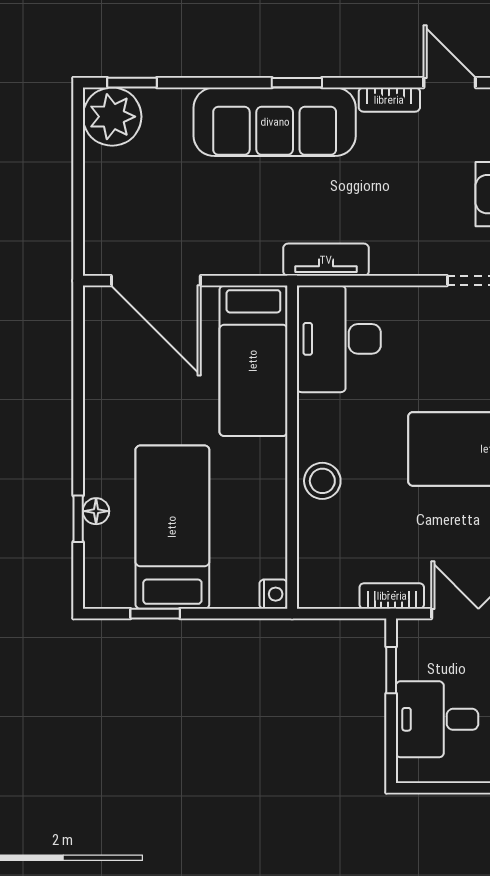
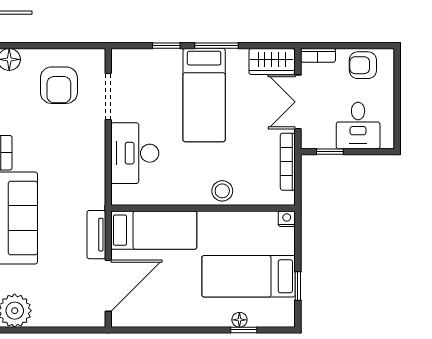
tv unit: (326, 260) -> (96, 235), moved
desk: (339, 339) -> (135, 153), moved, turned 90
bookcase: (392, 596) -> (288, 162), width x1.56

